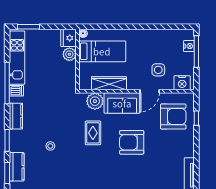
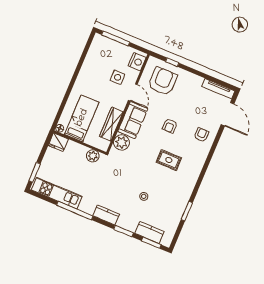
nightstand: (189, 46) -> (108, 43), removed
plant: (69, 54) -> (93, 156), moved
dishwasher: (16, 91) -> (85, 205), removed
rug: (93, 133) -> (169, 160), moved
armchair: (132, 142) -> (170, 126), width x0.53, depth x0.53
armchair: (136, 178) -> (201, 135), added

